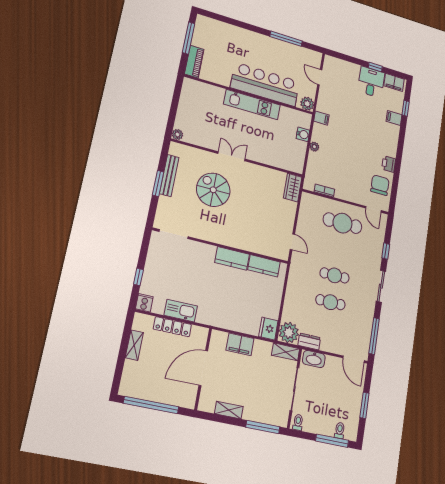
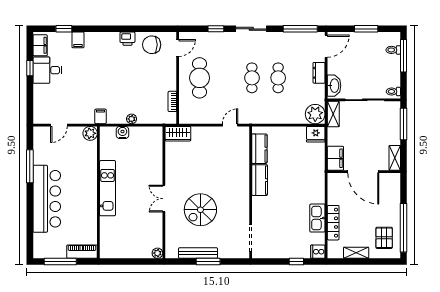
bar counter: (265, 84) -> (47, 199), moved, turned 180
dresser: (309, 341) -> (319, 73), moved
door: (203, 368) -> (363, 172), moved
wall: (203, 369) -> (364, 172), moved
pallet: (144, 380) -> (384, 238), added

